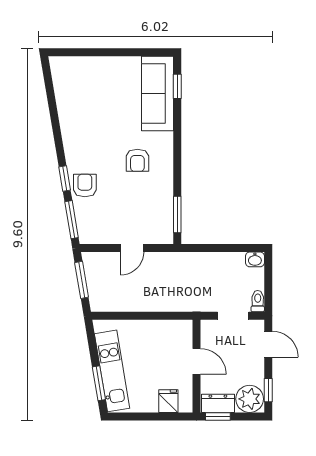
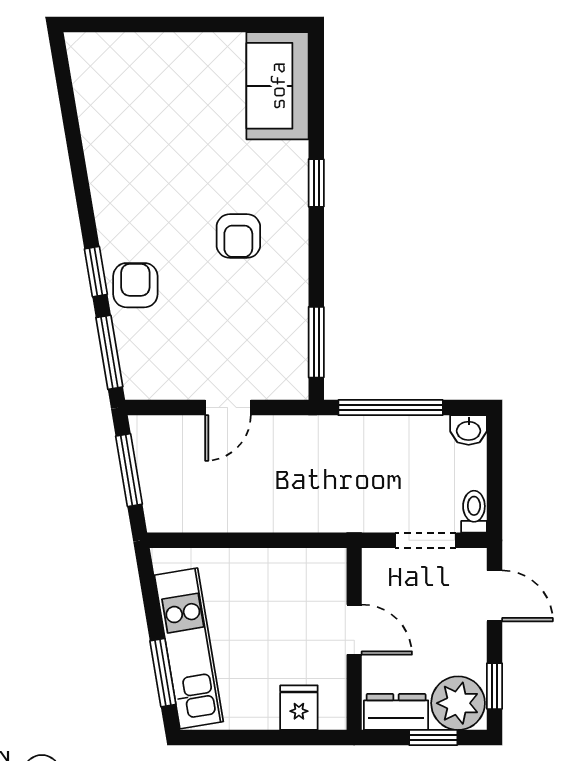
window: (177, 86) -> (316, 183), moved
sofa: (157, 94) -> (278, 86), width x0.73
window: (215, 248) -> (391, 408), added
window: (218, 416) -> (433, 738), moved

